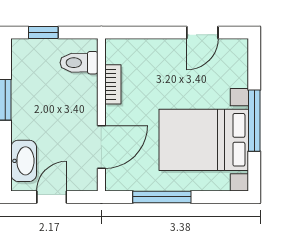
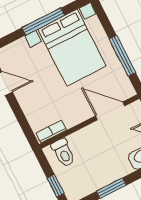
bookcase: (113, 84) -> (51, 132), moved

